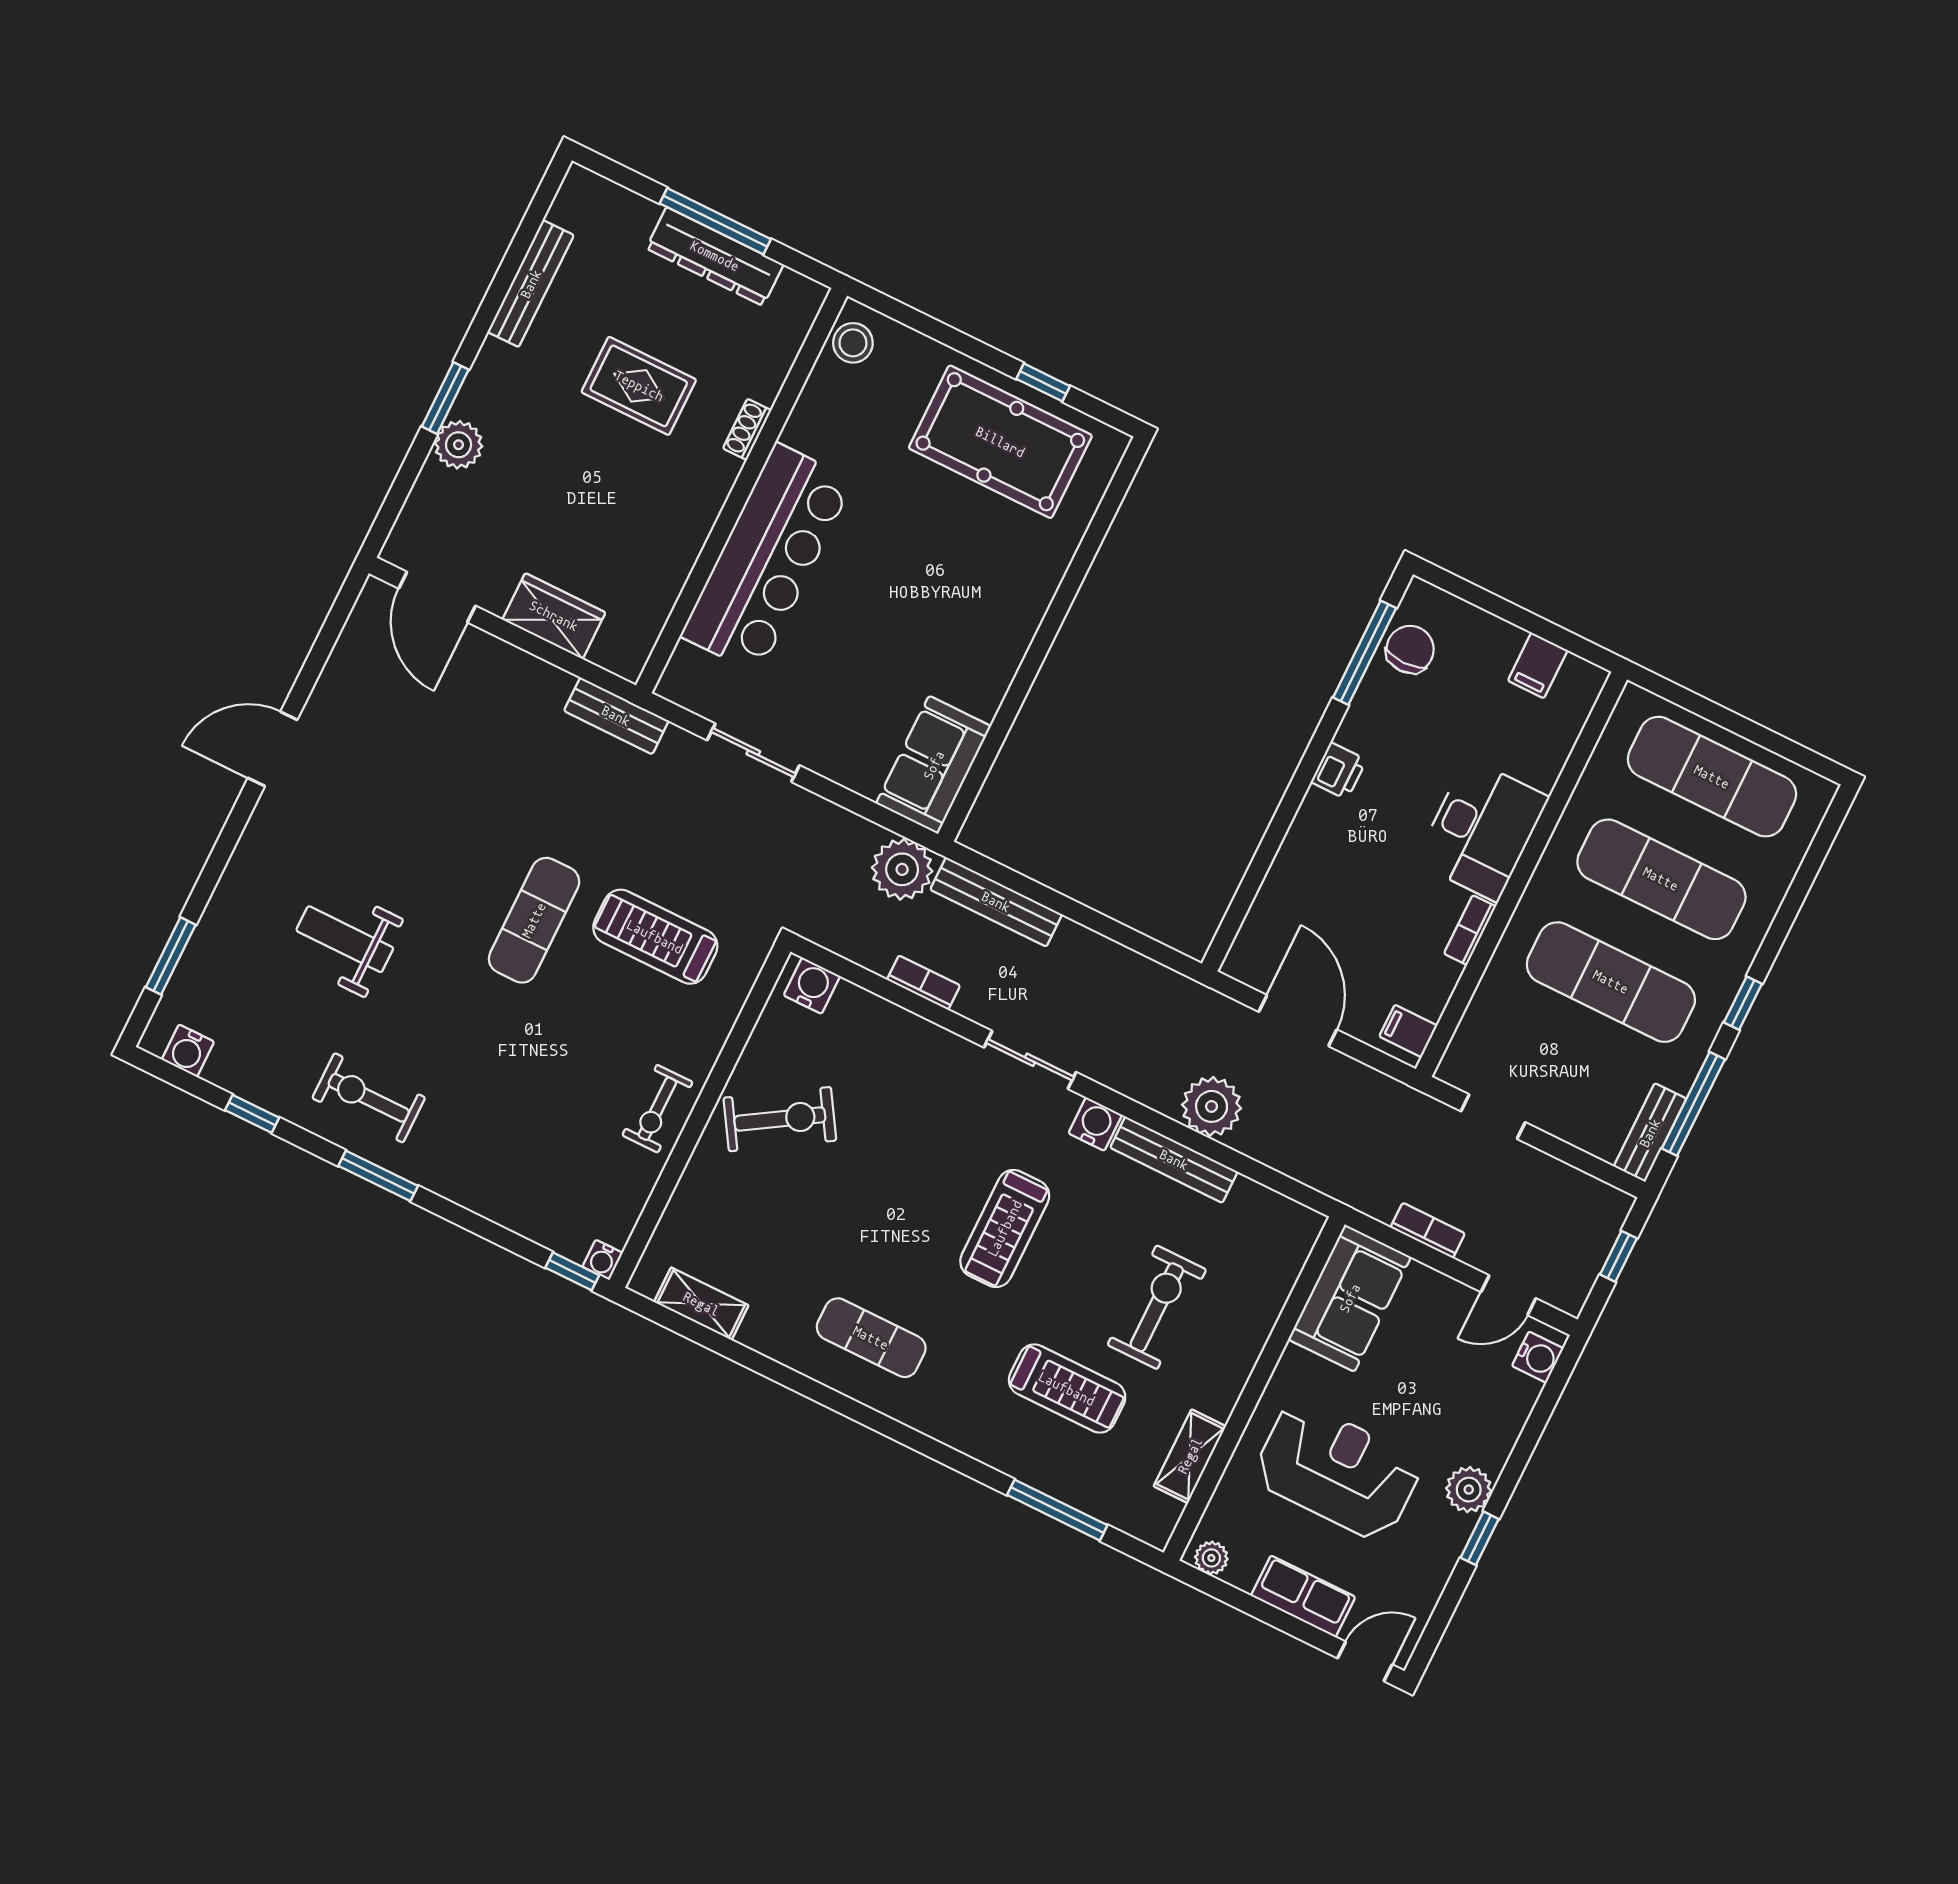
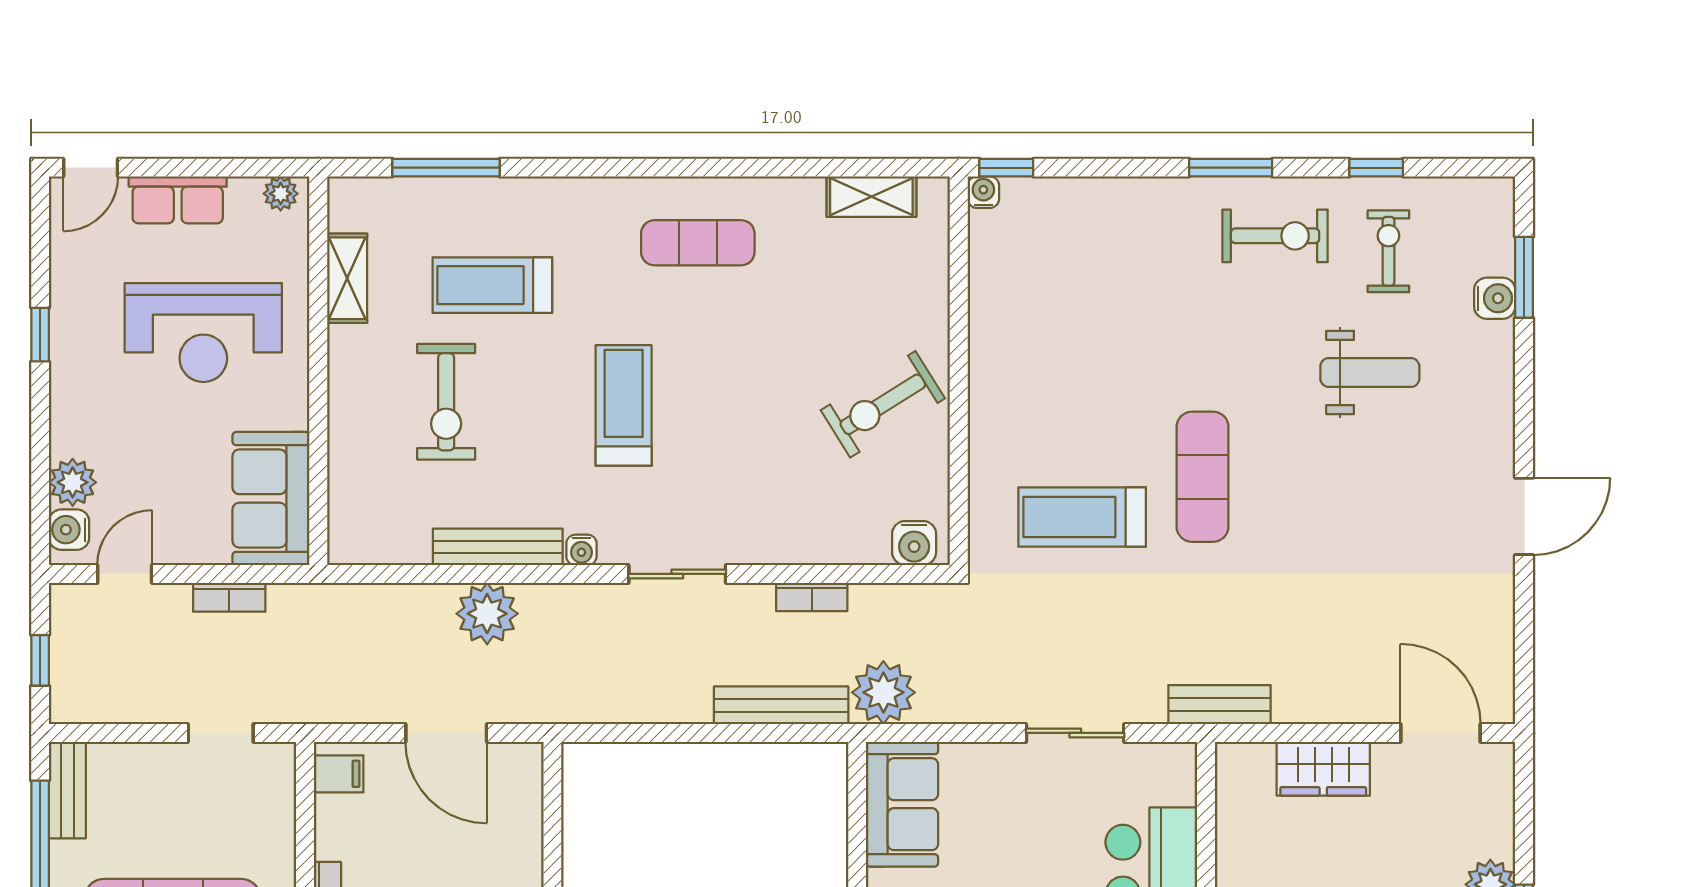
treadmill: (655, 937) -> (1082, 517), turned 180
water cooler: (188, 1051) -> (1495, 298), moved, turned 90
exercise bike: (657, 1109) -> (1388, 251), moved
water cooler: (1095, 1124) -> (581, 550), width x0.72, depth x0.72
plant: (1469, 1490) -> (73, 482), moved

